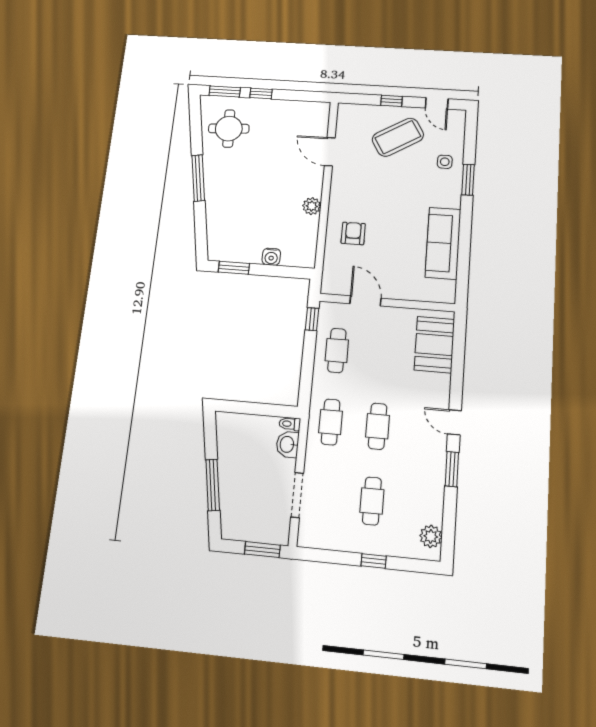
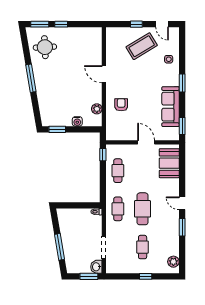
door: (330, 152) -> (104, 74), moved
window: (468, 180) -> (182, 83), moved
plant: (312, 206) -> (97, 109), moved
window: (462, 279) -> (182, 126), added
door: (365, 301) -> (146, 142), moved
cafe table: (378, 426) -> (143, 209), width x1.37, depth x1.35
washbasin: (287, 444) -> (96, 267), moved

